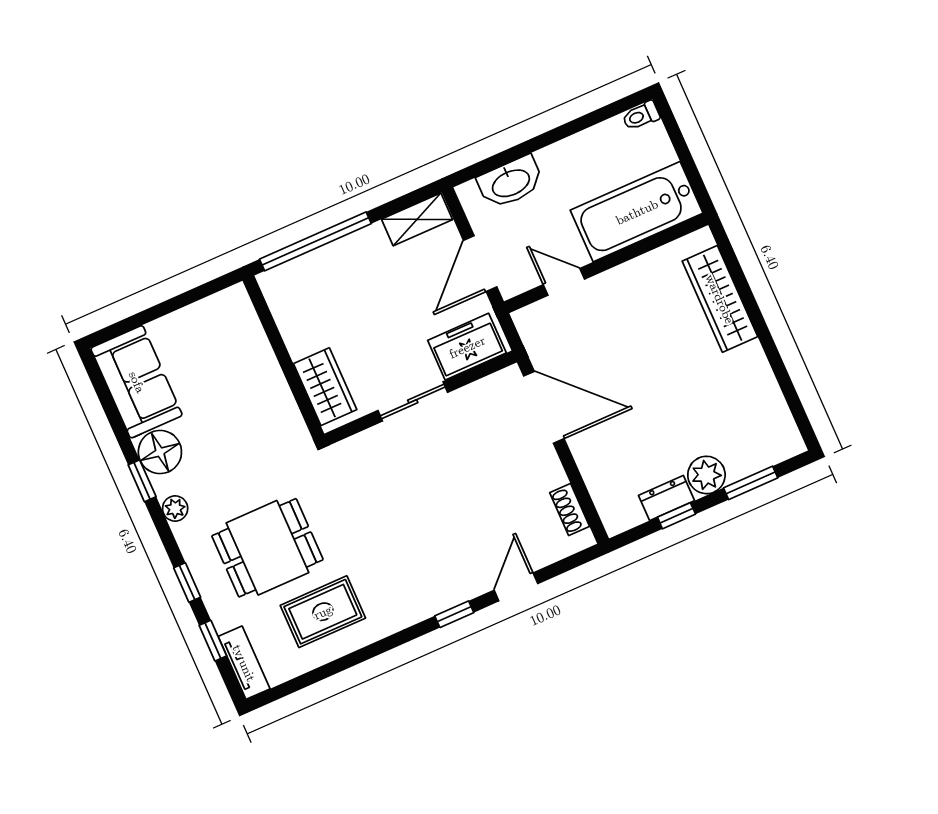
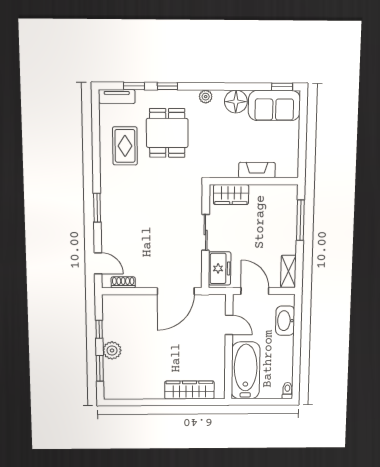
window: (315, 241) -> (300, 220), width x0.68
door: (564, 282) -> (229, 325), hinge flipped
fireplace: (261, 361) -> (257, 170), added
window: (142, 481) -> (282, 87), moved
dresser: (667, 498) -> (109, 328), removed
door: (516, 587) -> (98, 263), moved
window: (454, 614) -> (97, 208), width x1.50

